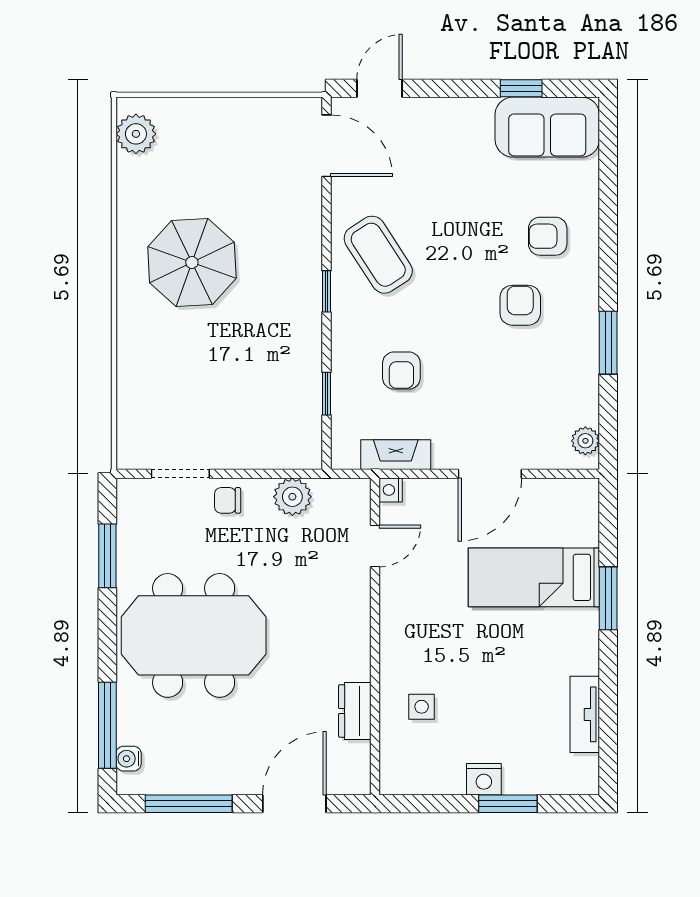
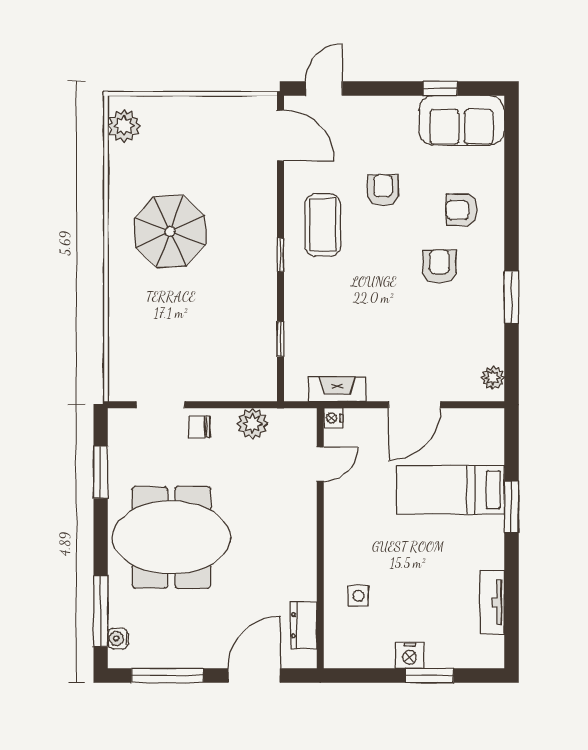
coffee table: (378, 255) -> (323, 225), turned 33
armchair: (401, 371) -> (383, 190), moved, turned 180
dresser: (355, 711) -> (304, 625), moved

